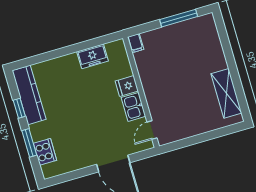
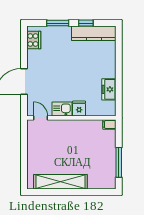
shelving: (226, 93) -> (60, 182), width x1.47
cooker: (45, 152) -> (34, 40), moved, turned -90

